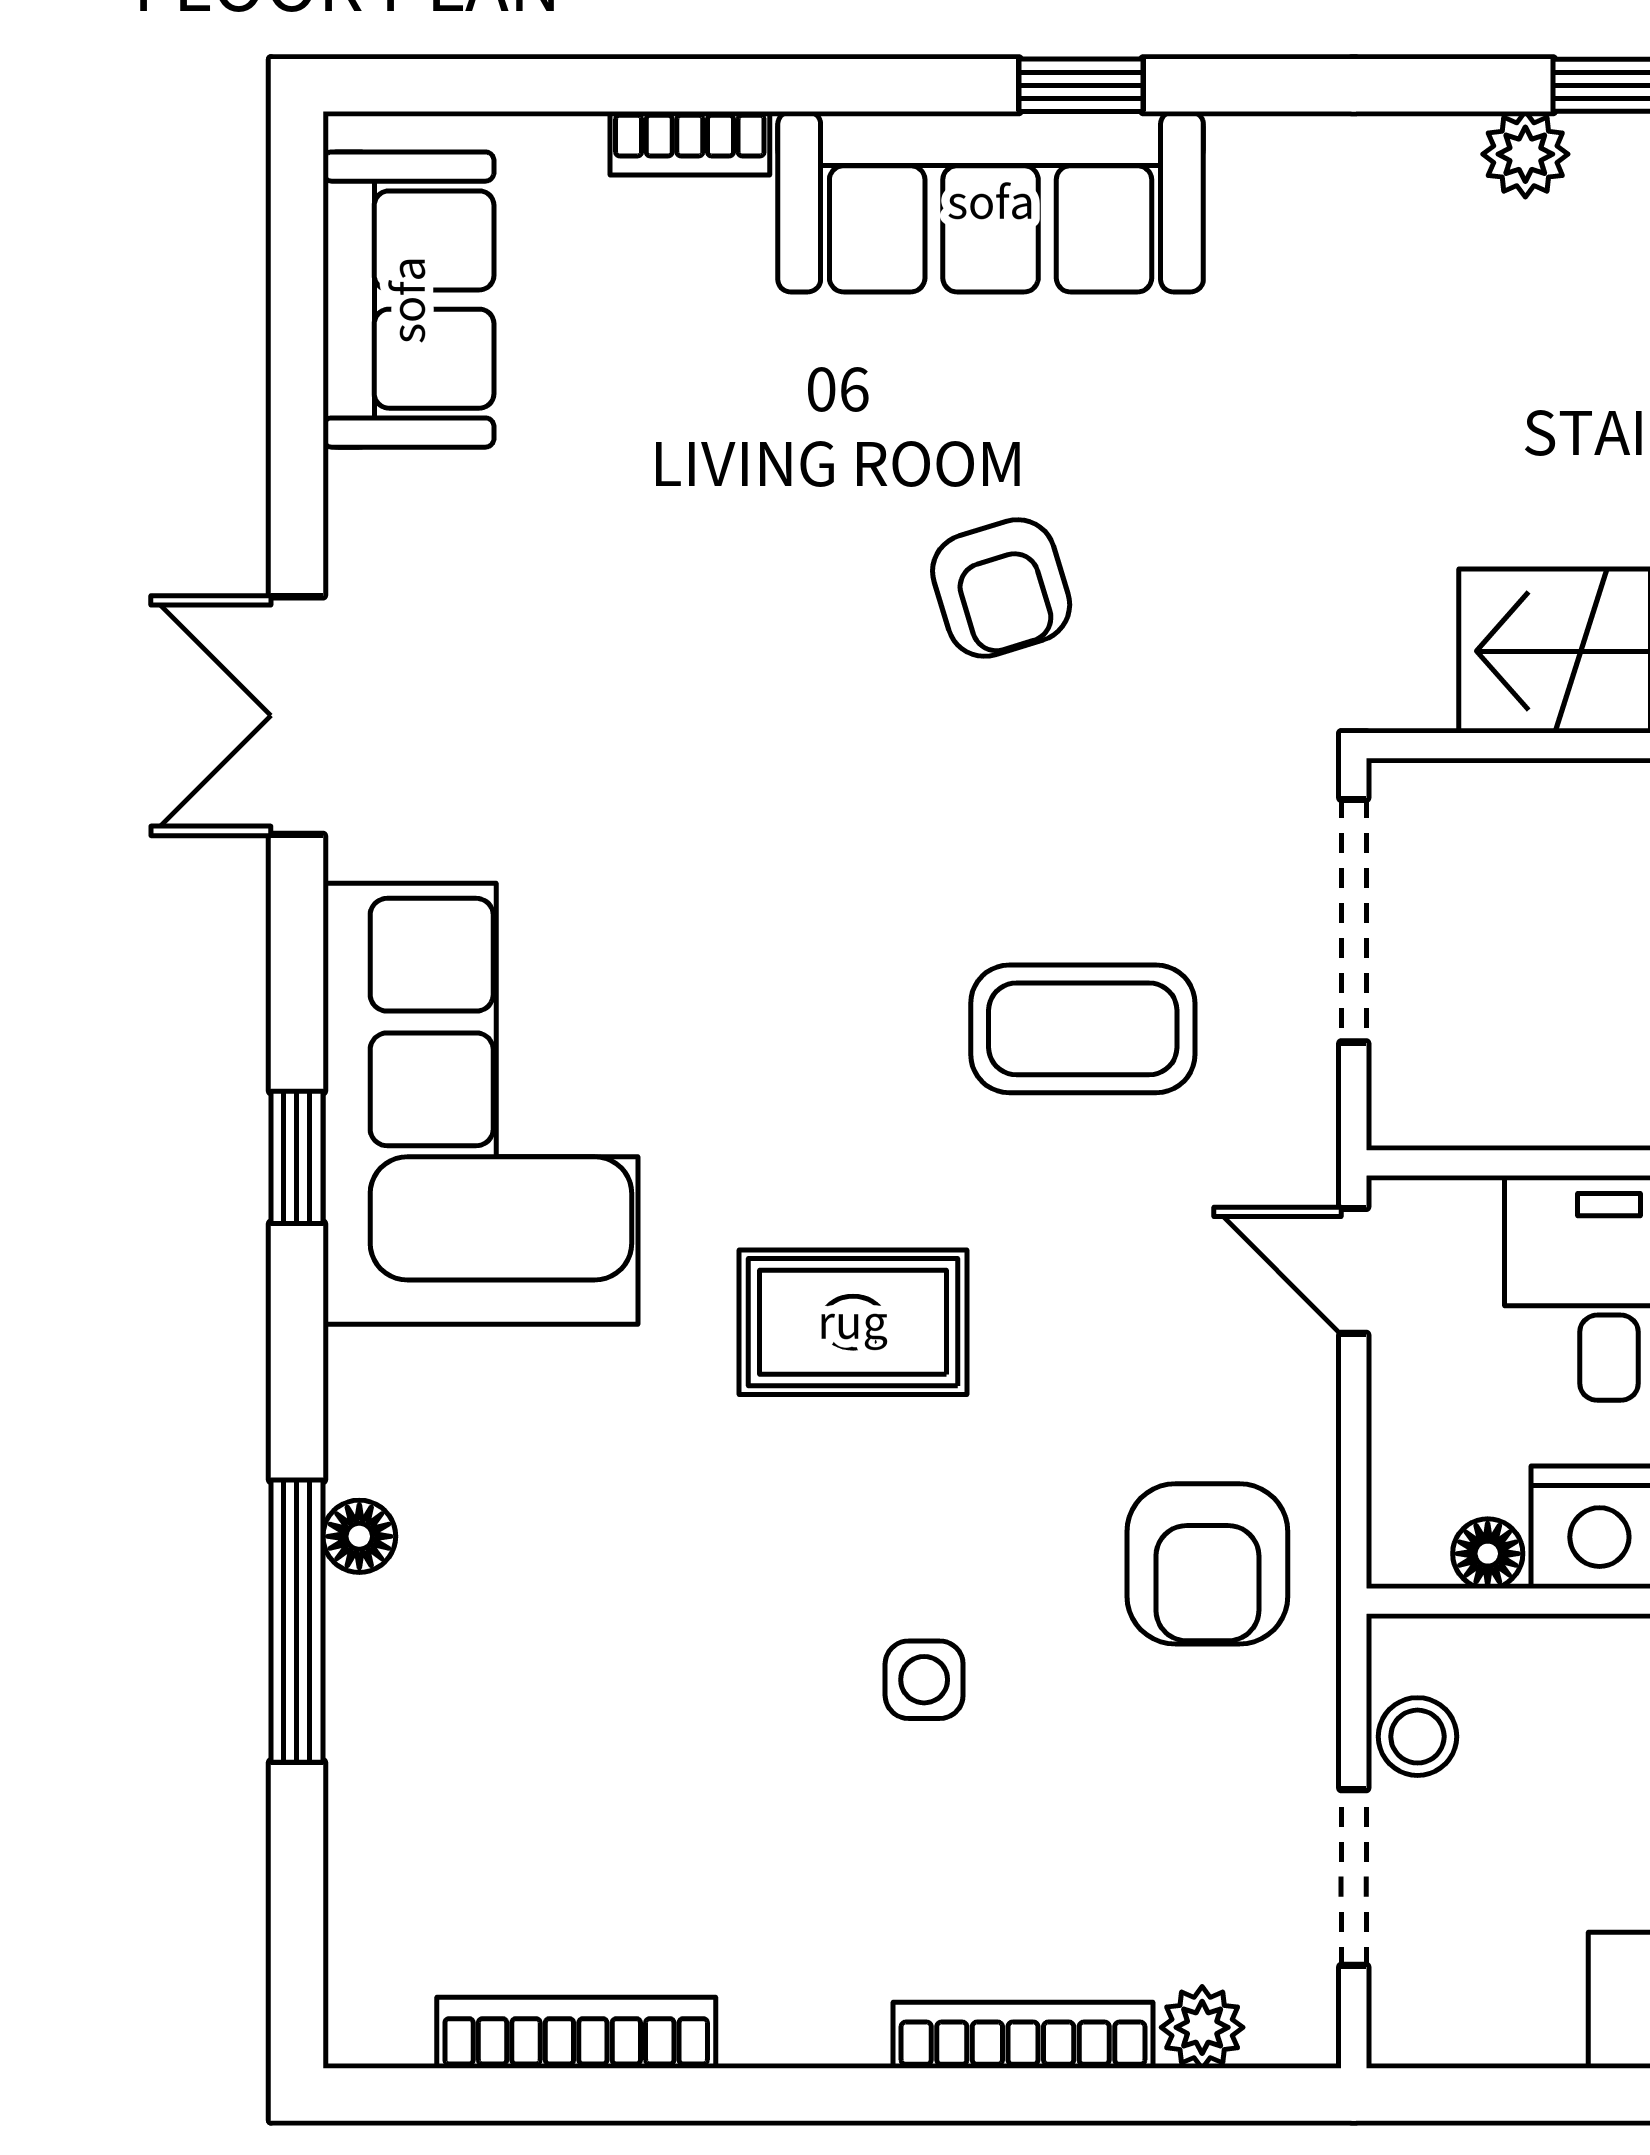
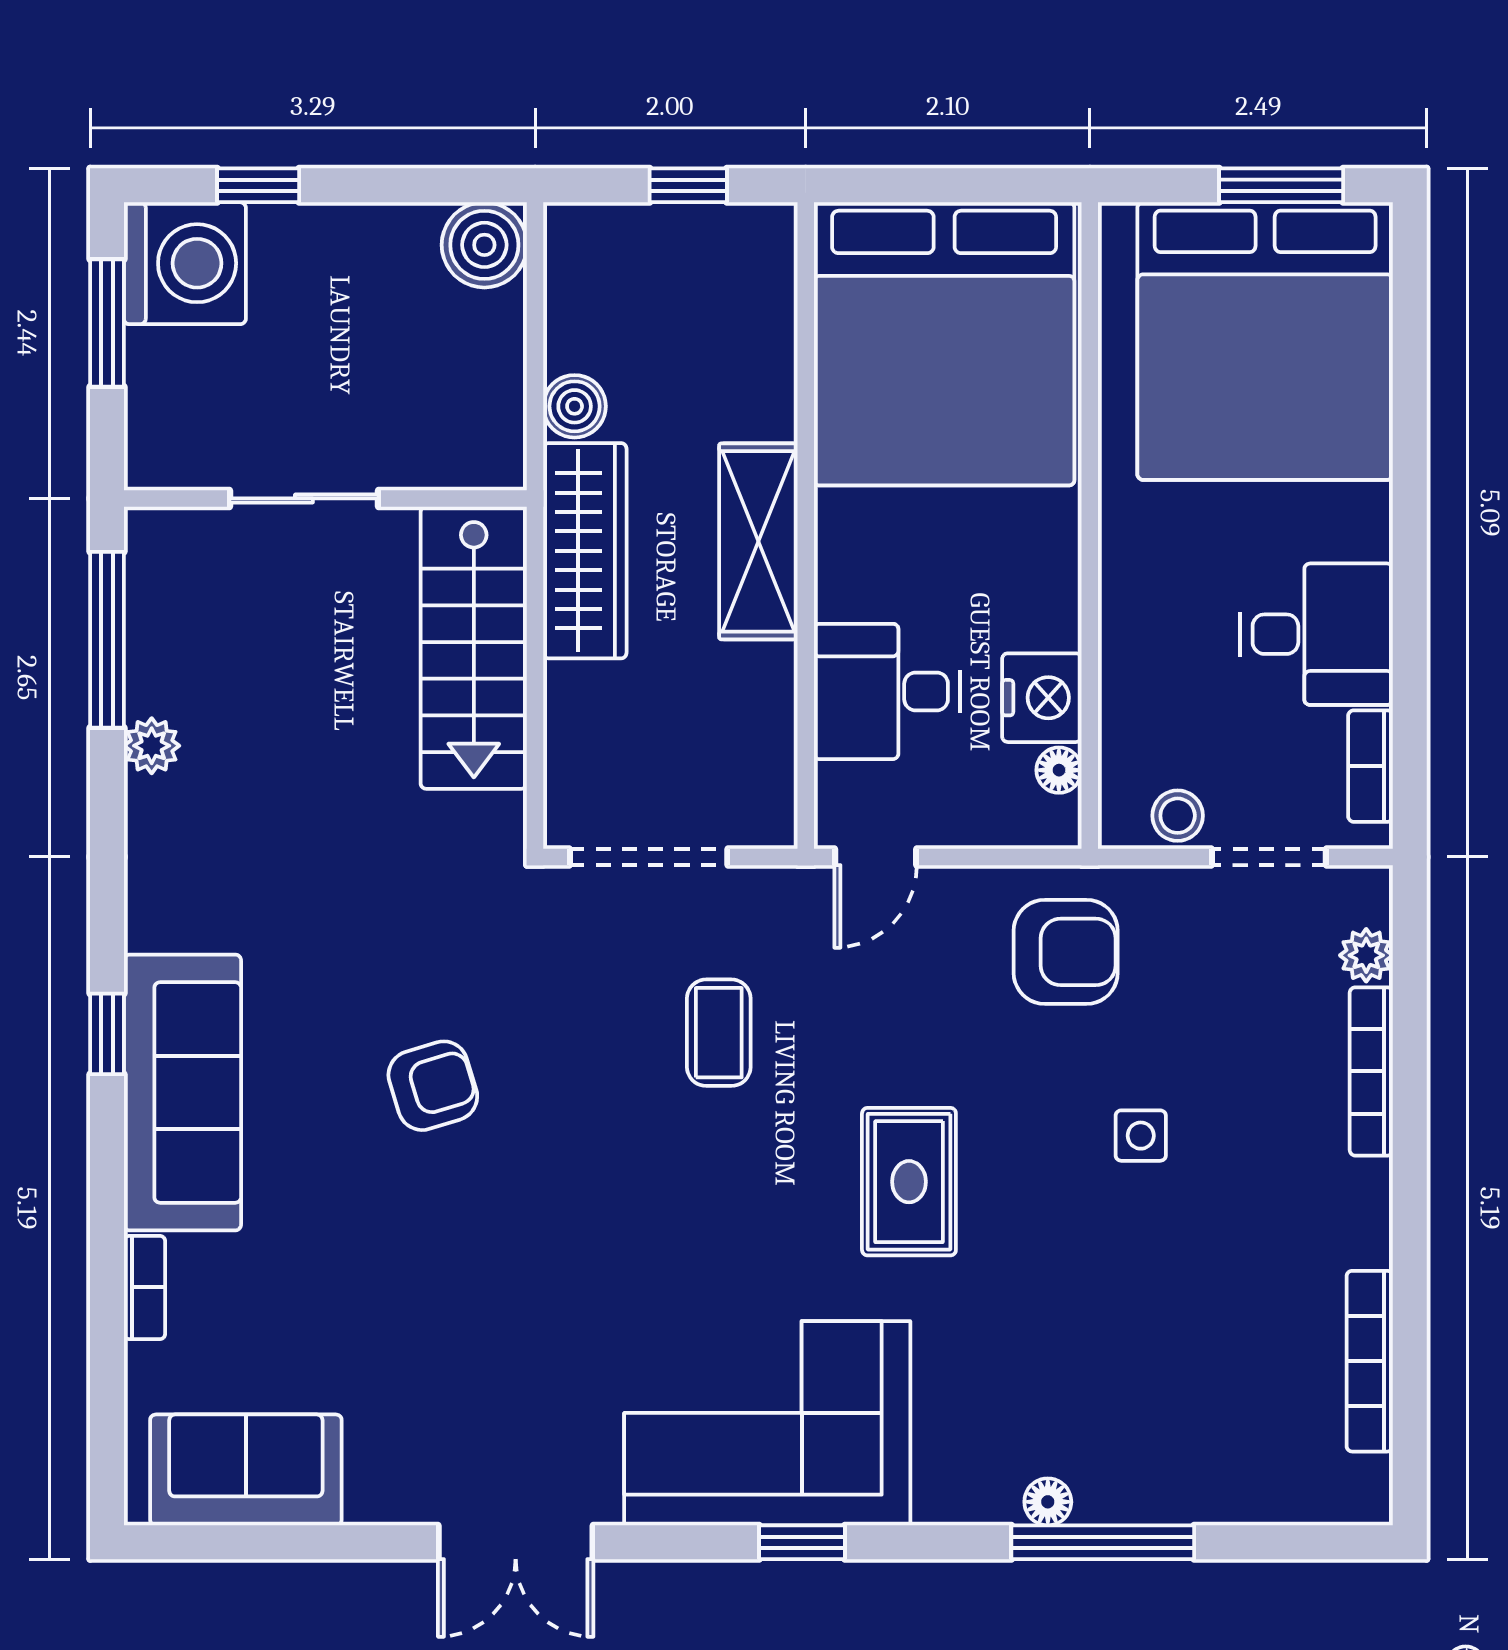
coffee table: (1083, 1029) -> (719, 1033), width x0.73, depth x0.77
bookcase: (1494, 2034) -> (1370, 766), added

